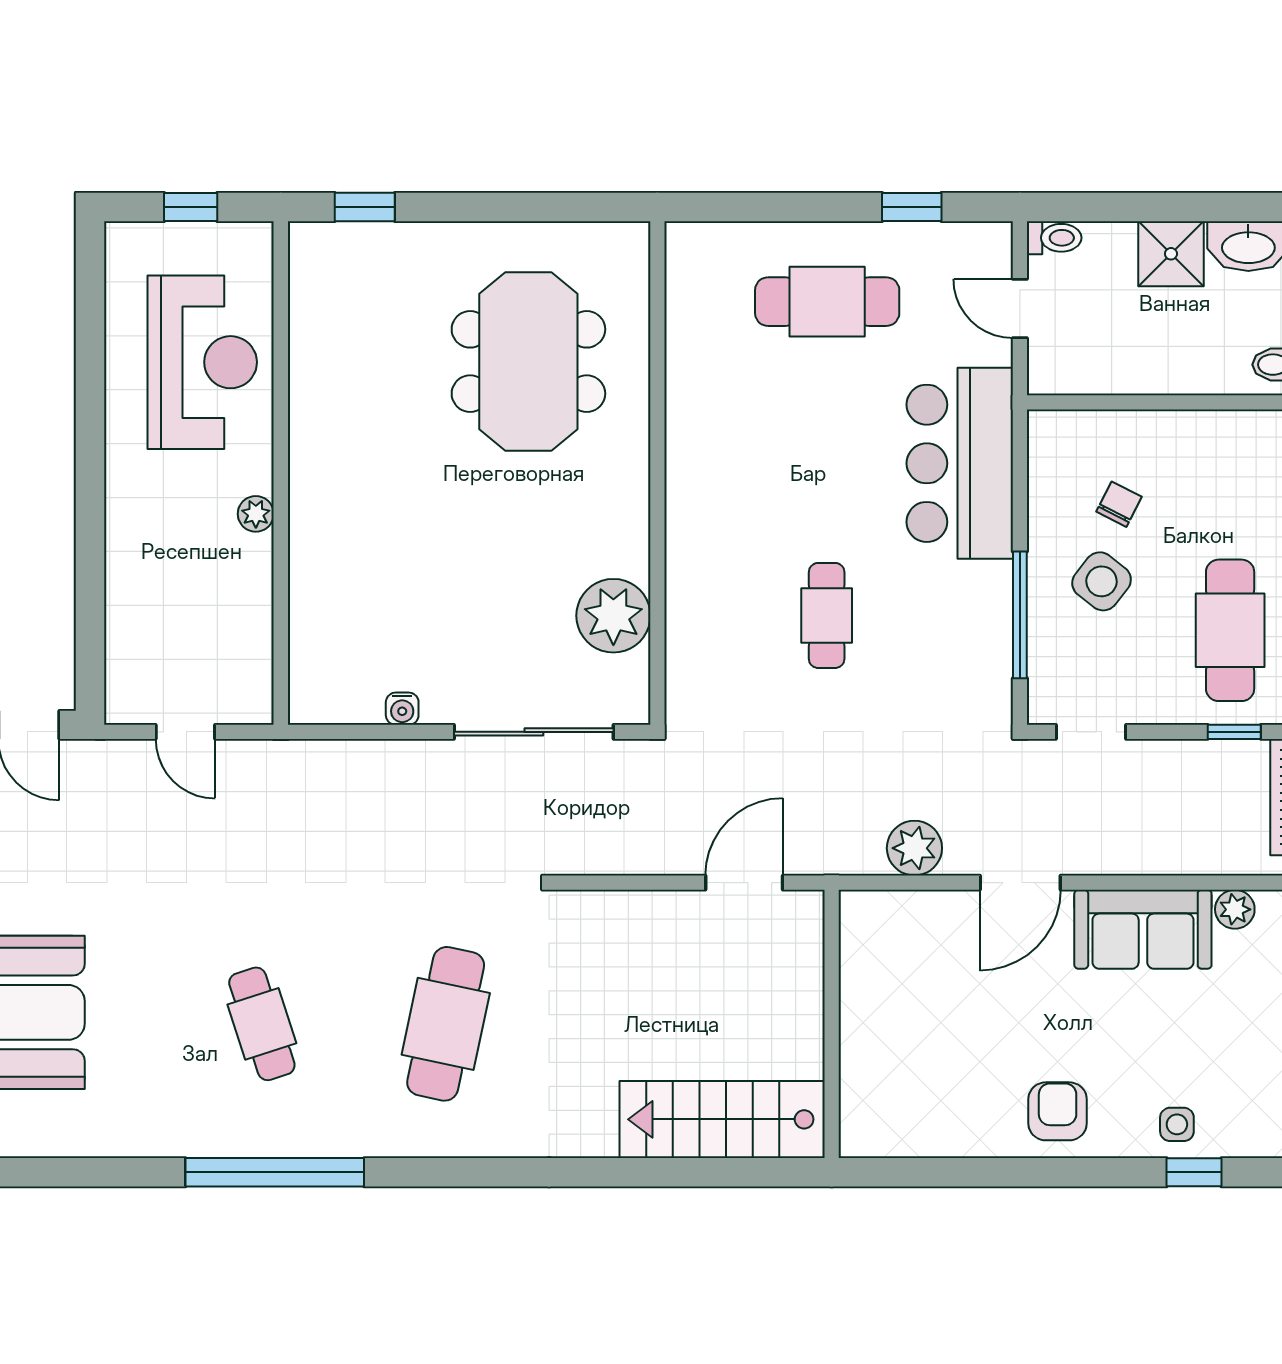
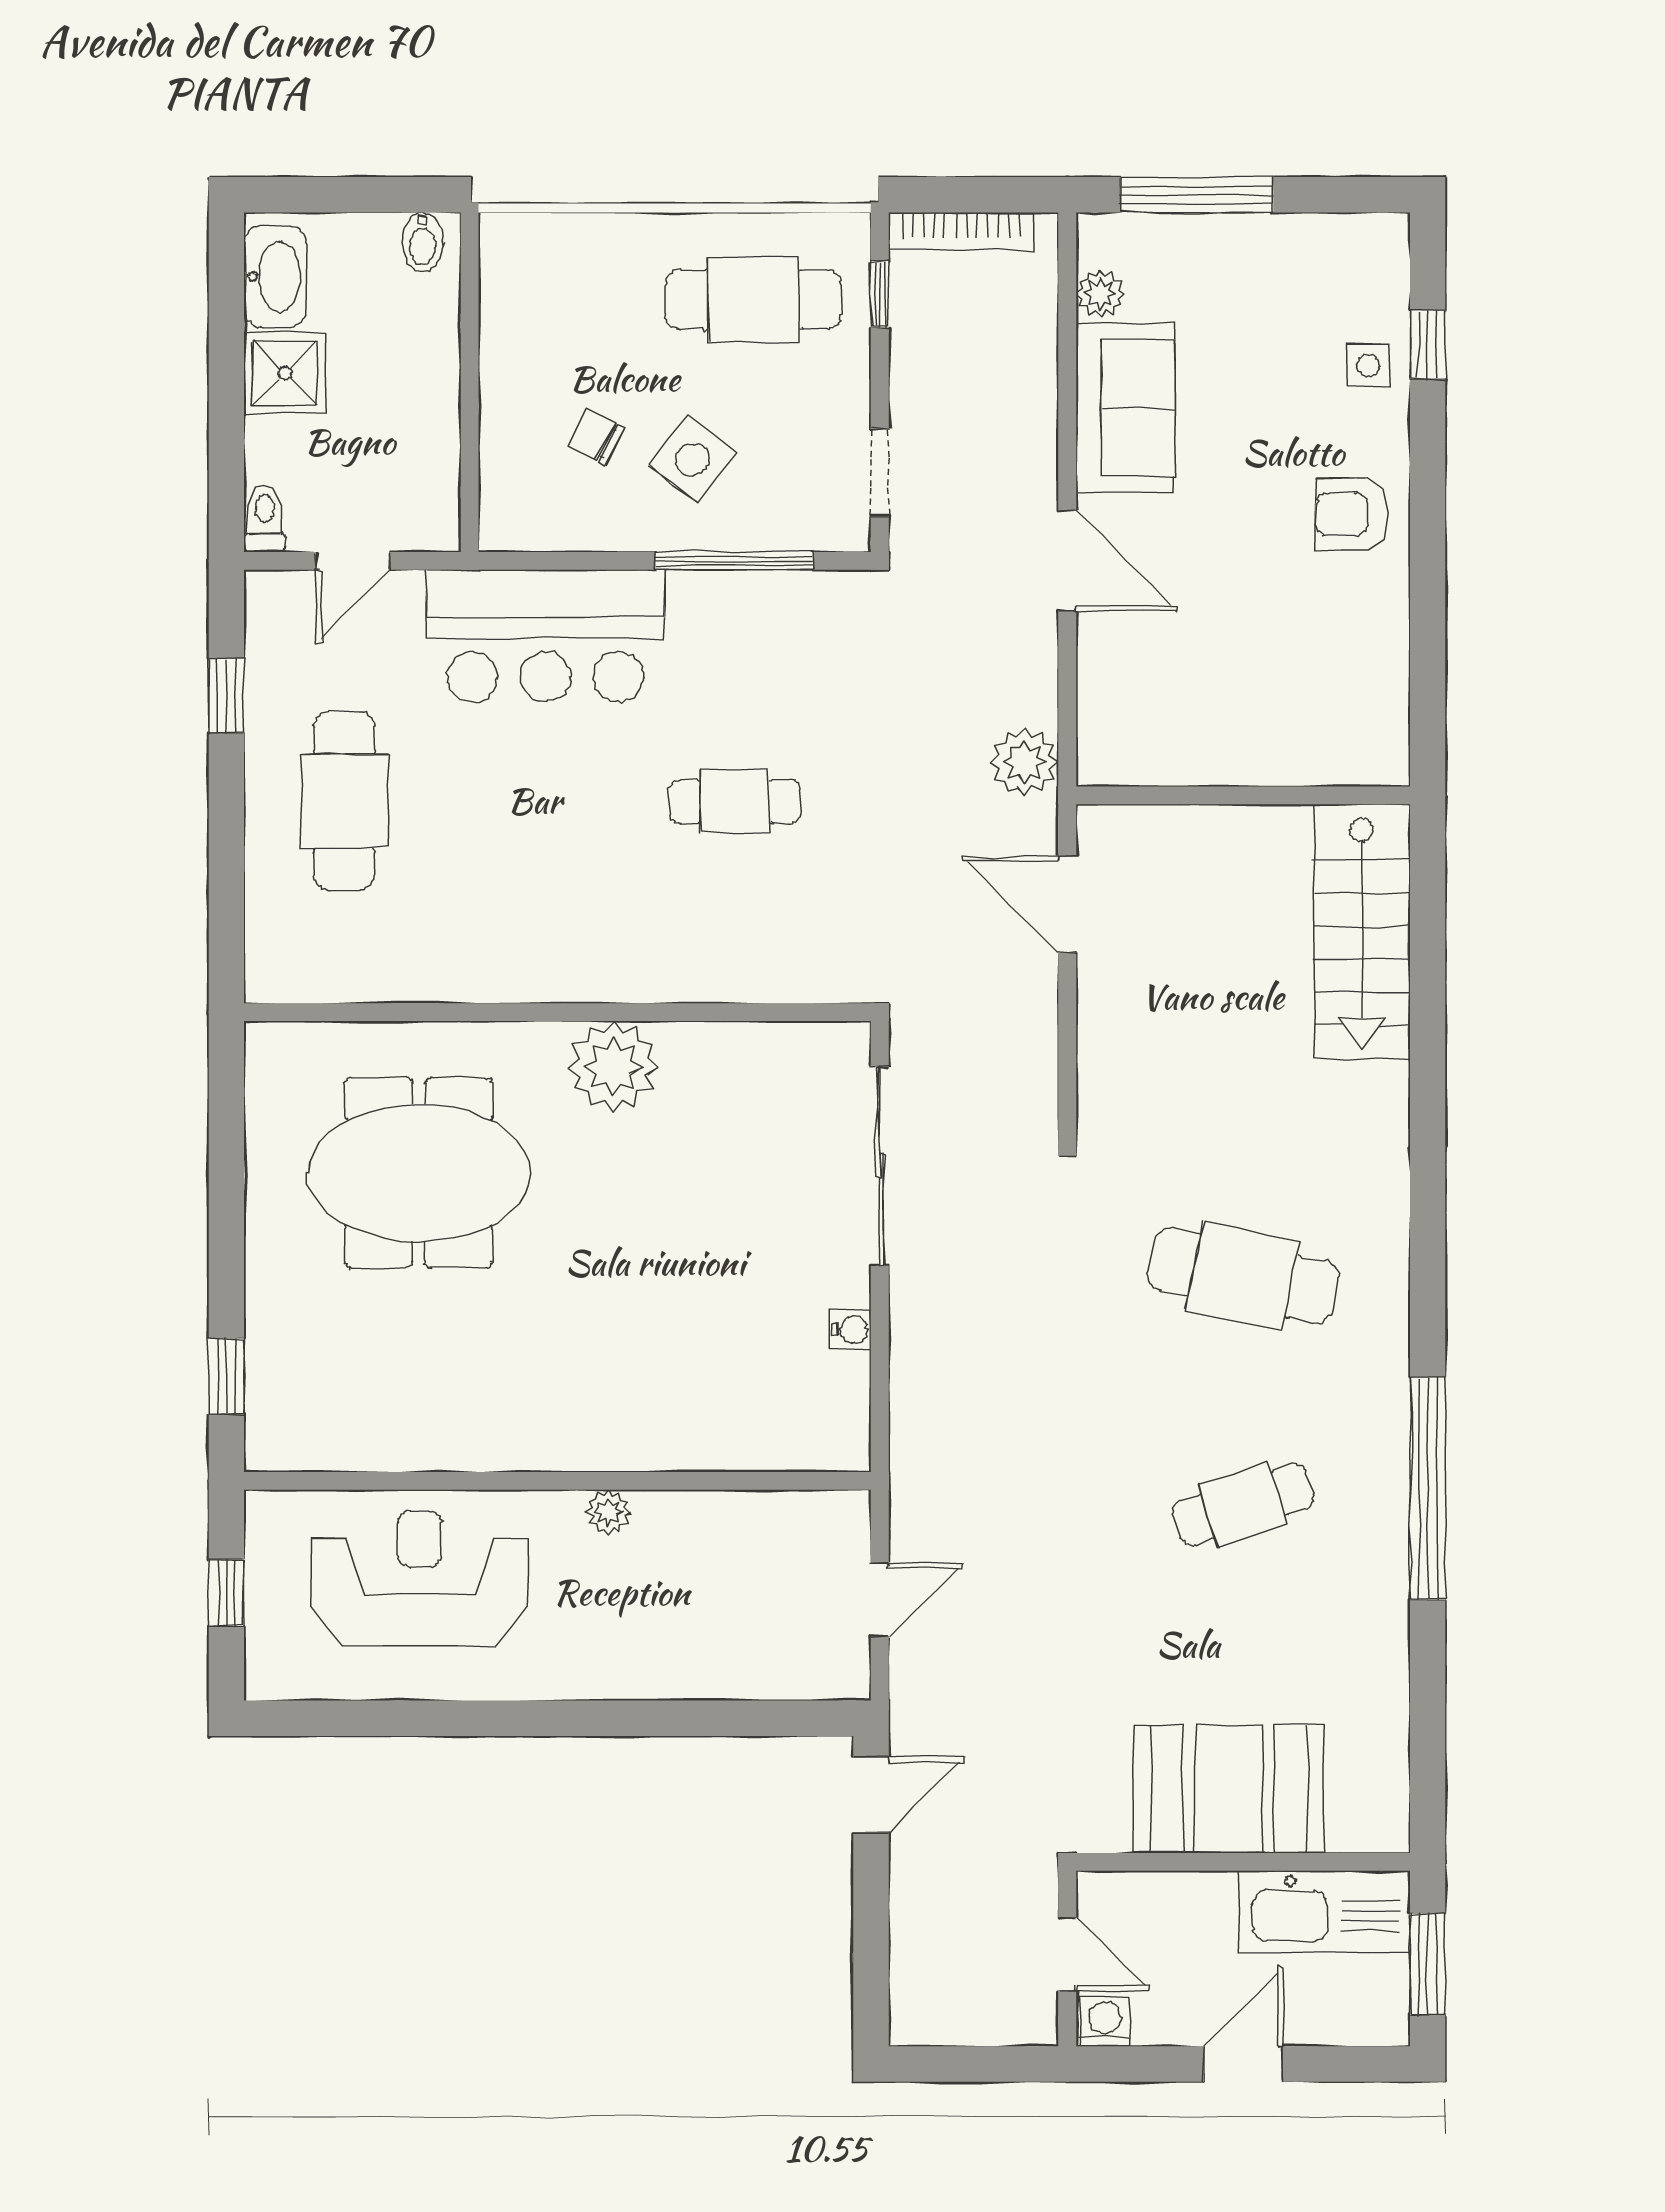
plant: (613, 616) -> (613, 1067), moved
plant: (914, 848) -> (1024, 762), moved

